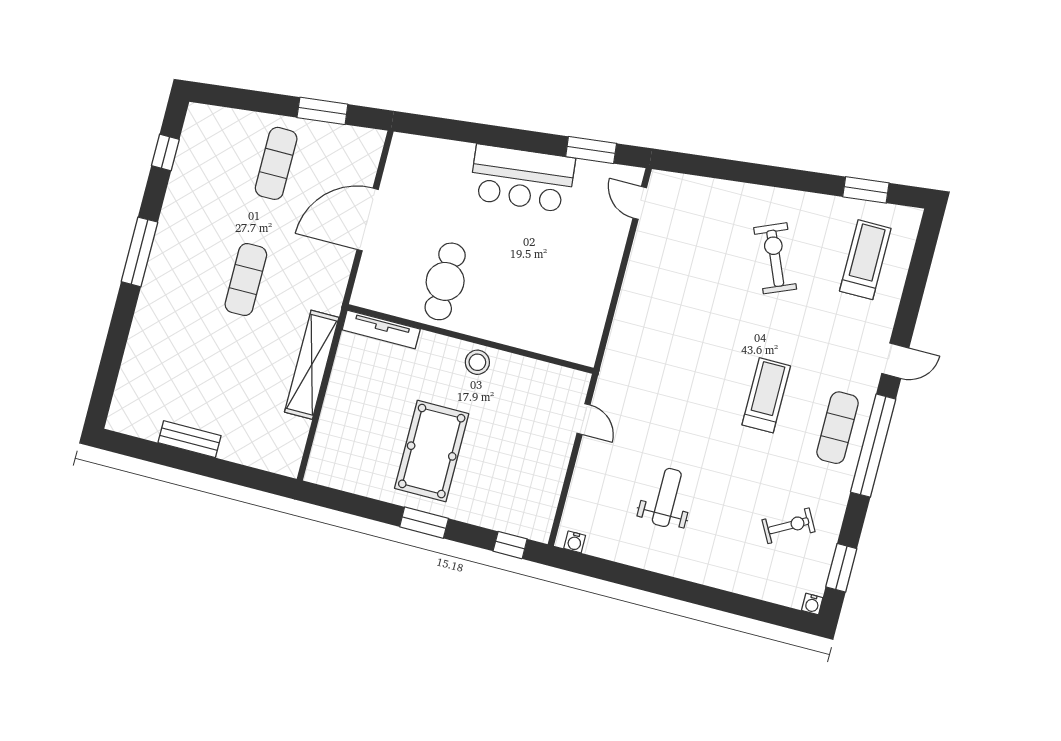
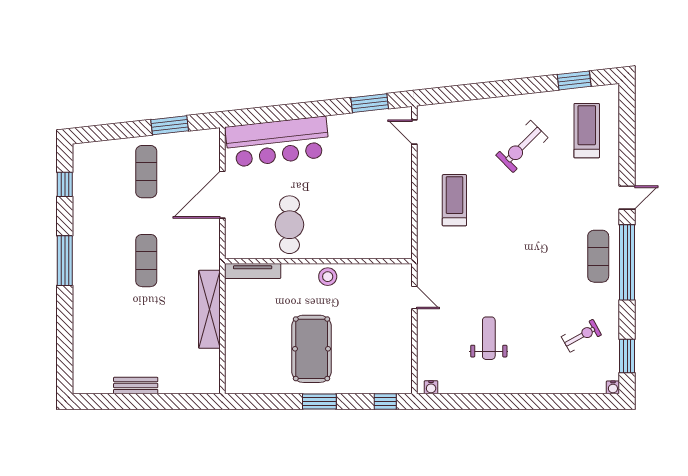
bar counter: (522, 178) -> (278, 142), moved, width x1.36
exercise bike: (775, 258) -> (522, 146), turned -112
treadmill: (766, 395) -> (454, 200), moved

